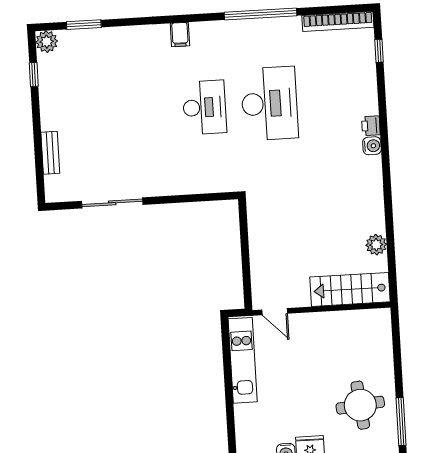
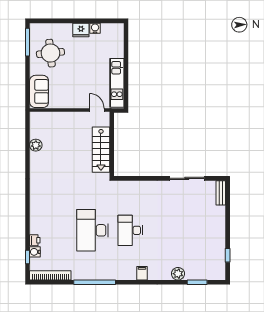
plant: (47, 42) -> (178, 274), moved
printer: (371, 126) -> (35, 240), moved
water cooler: (372, 146) -> (35, 252), moved
bench: (50, 153) -> (221, 193), moved
stairs: (350, 289) -> (101, 150), moved, turned 90
sofa: (376, 338) -> (39, 91), added

